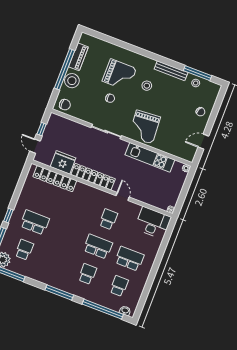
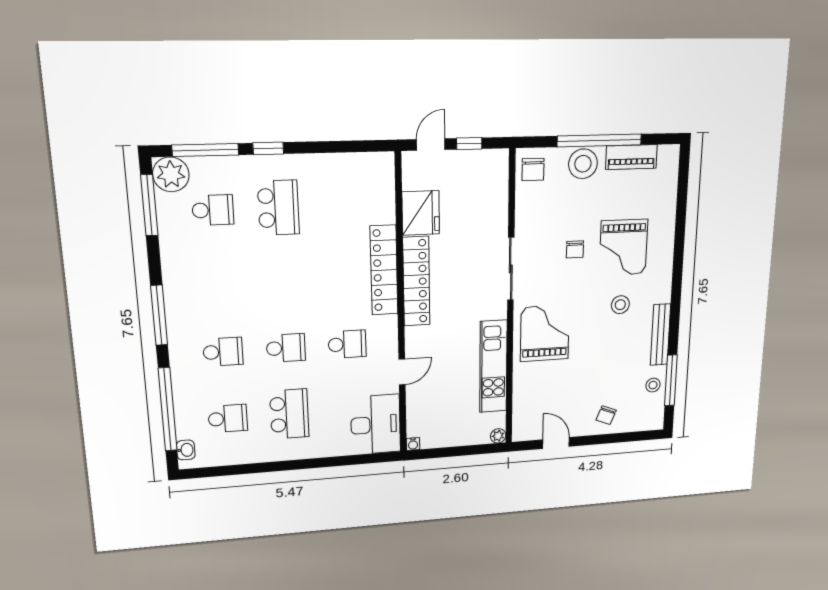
grand piano: (144, 127) -> (545, 333), turned 94
locker: (55, 179) -> (384, 270), moved
door: (123, 196) -> (402, 372), moved
school desk: (98, 247) -> (286, 348), width x0.54

